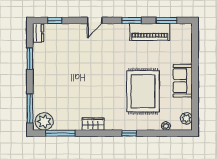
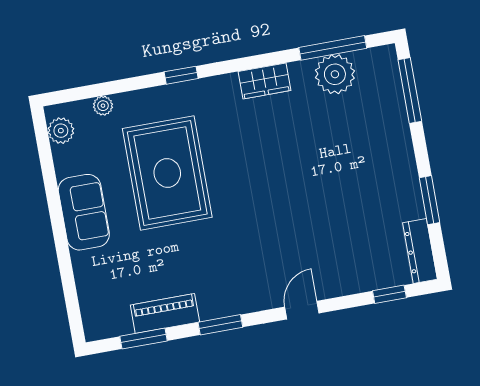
piano: (150, 32) -> (165, 313), width x0.73, depth x0.75
dresser: (38, 33) -> (420, 251), width x1.44
plant: (44, 121) -> (335, 74), moved

